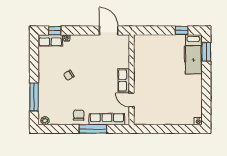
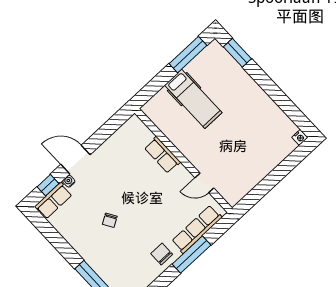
door: (109, 30) -> (75, 160), moved
window: (182, 30) -> (188, 55), width x2.17
hospital bed: (193, 54) -> (193, 99), moved
row of seats: (124, 80) -> (162, 155), moved

